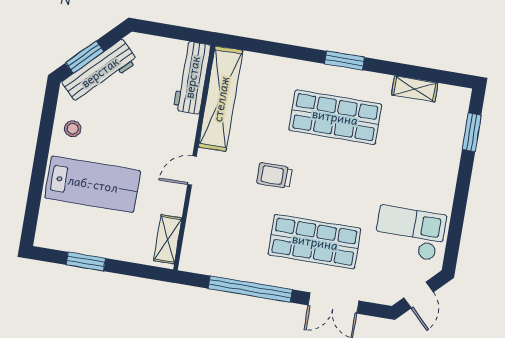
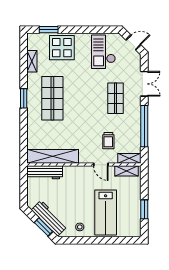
display table: (432, 153) -> (62, 48), added
door: (192, 171) -> (101, 165), moved
trolley: (274, 175) -> (108, 141), moved
lab bench: (93, 184) -> (106, 213), turned 180
shop shelf: (315, 242) -> (116, 98), width x0.70, depth x0.74
shelving: (191, 249) -> (129, 158), added

